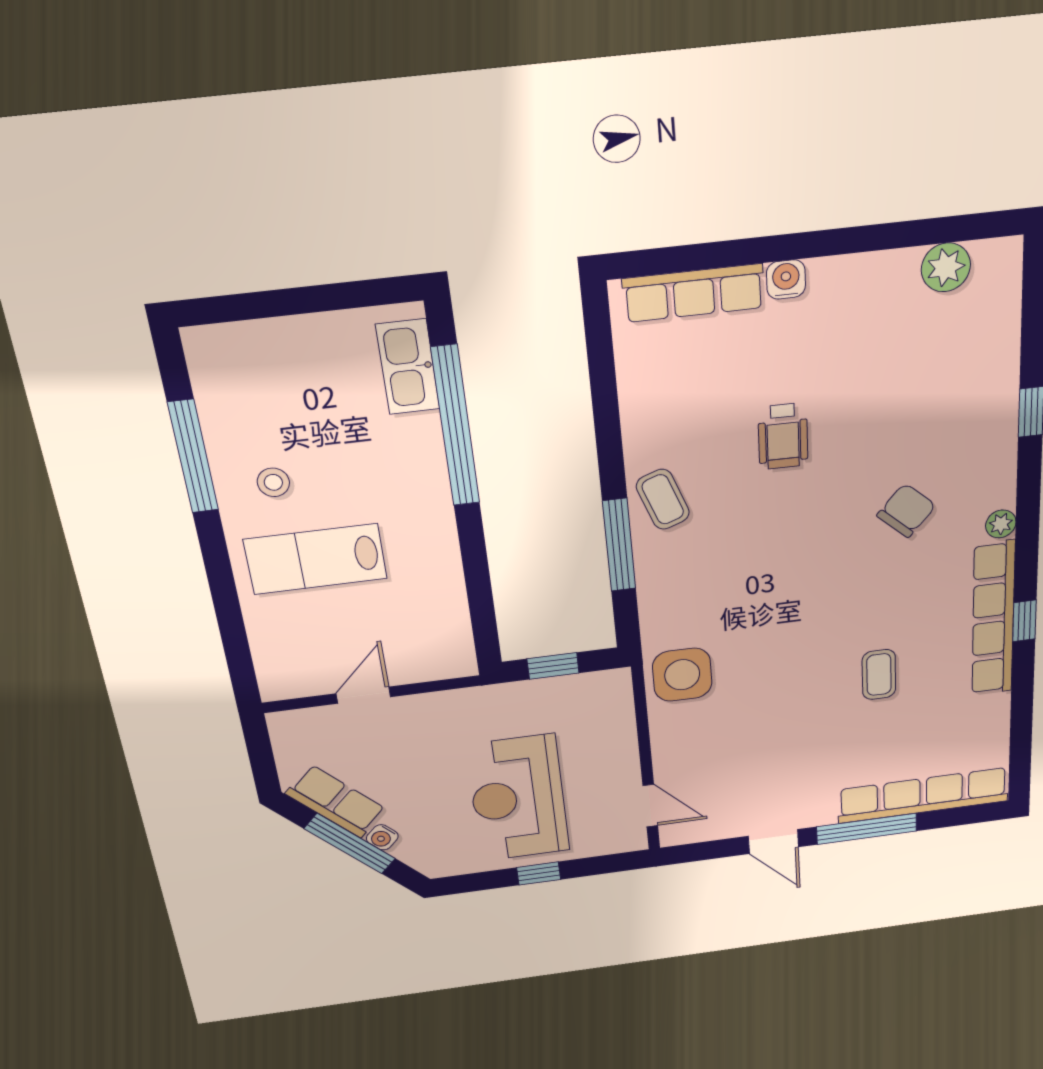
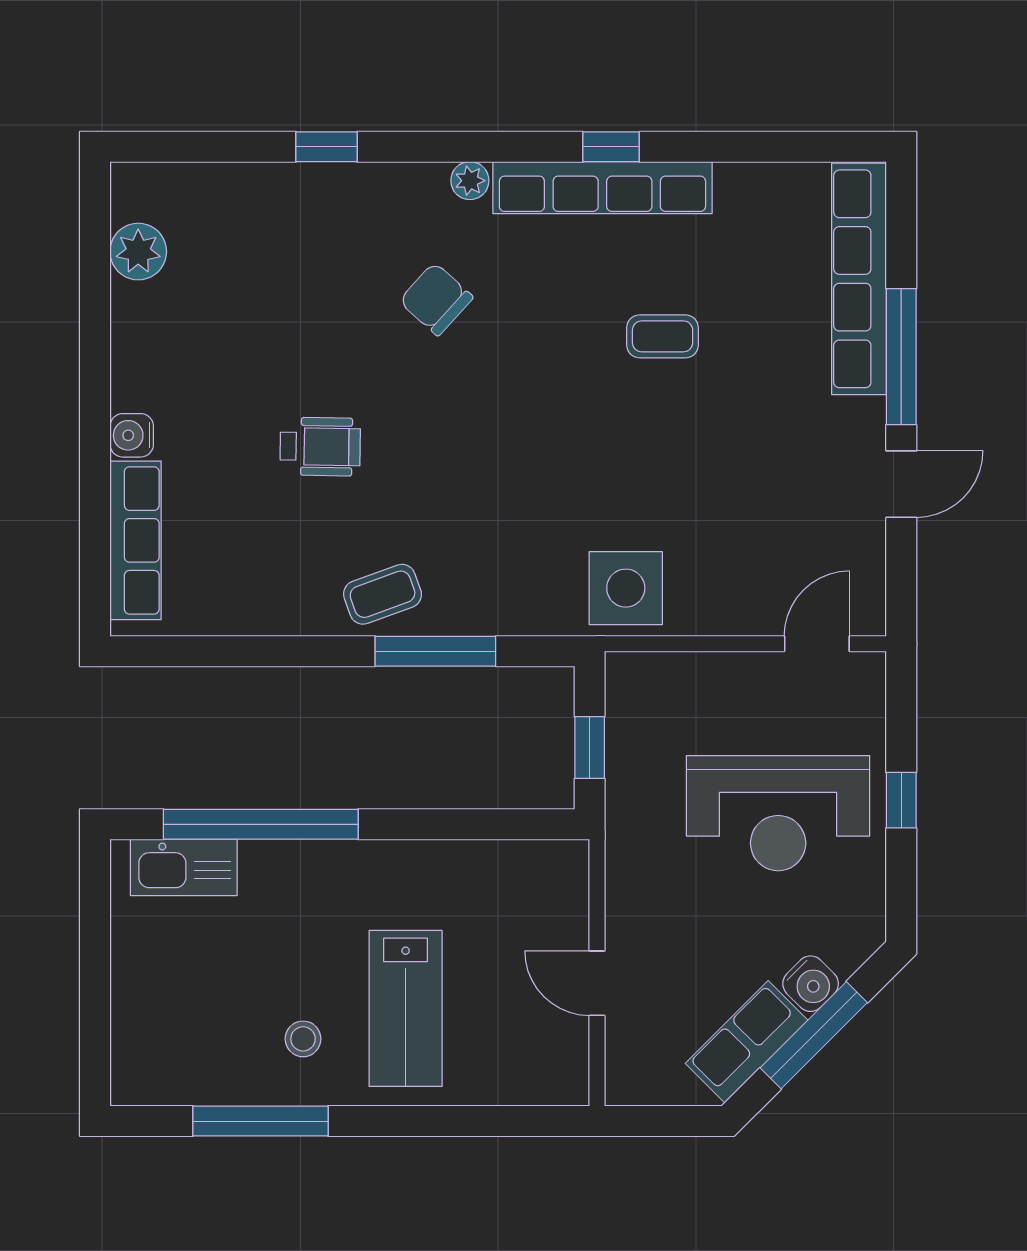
water cooler: (382, 837) -> (811, 984), width x1.38, depth x1.38

